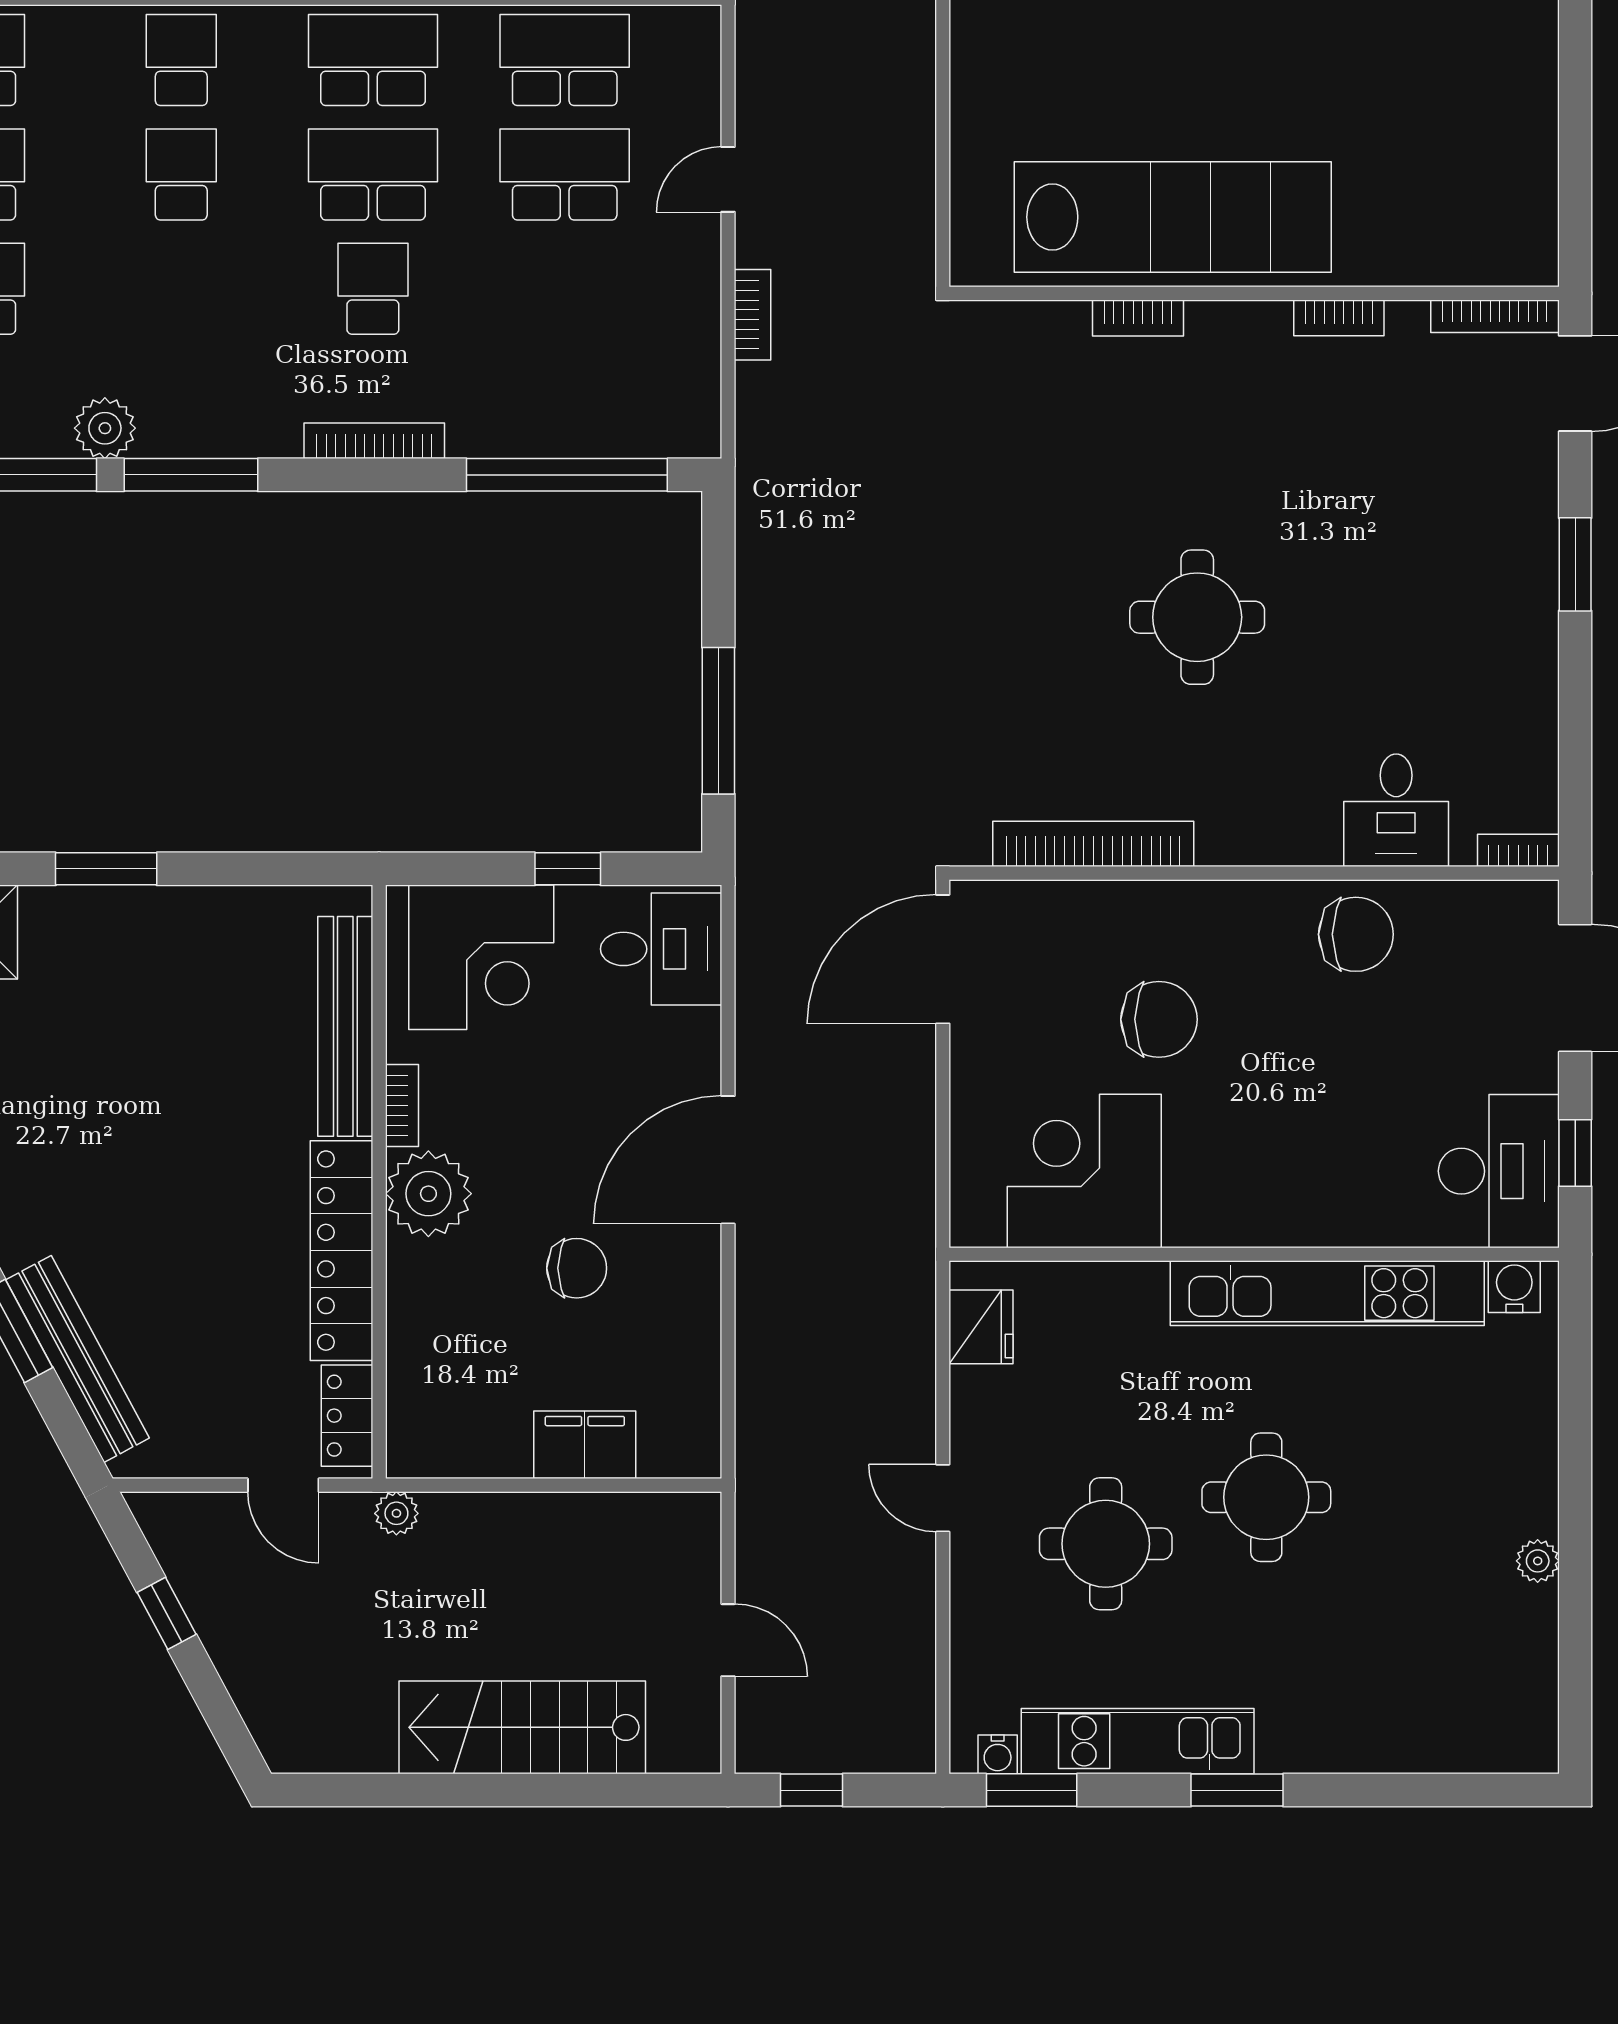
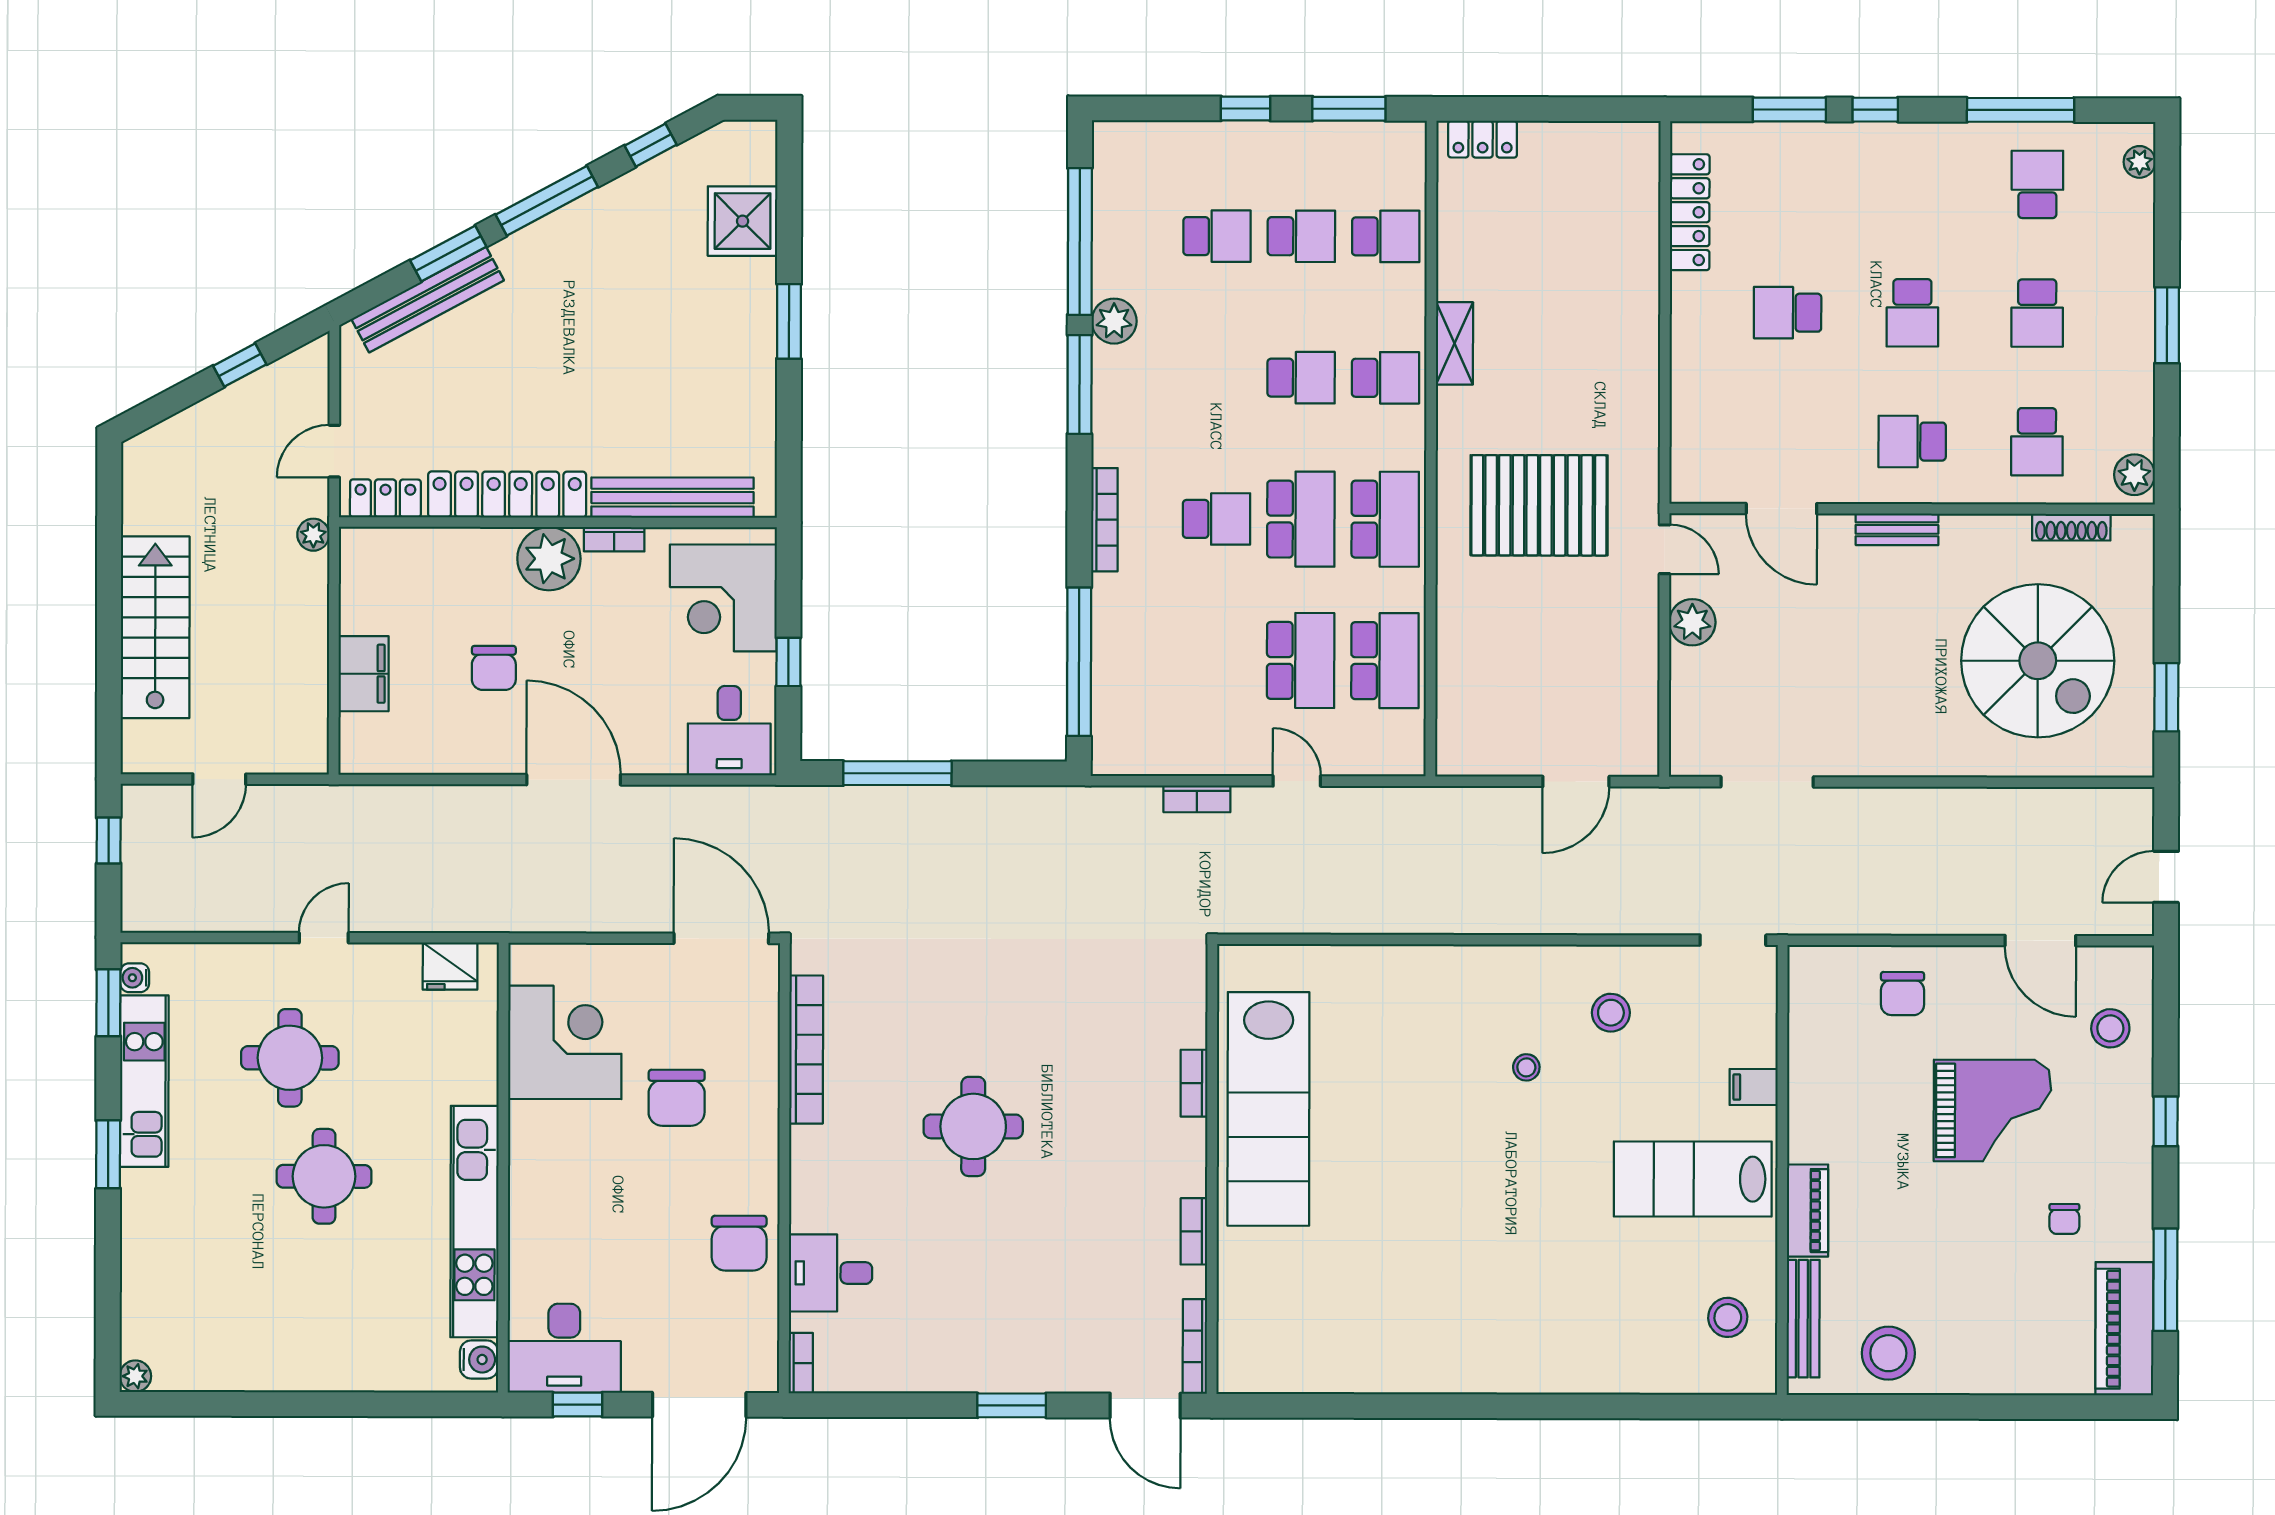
plant: (1538, 1561) -> (135, 1376), moved

